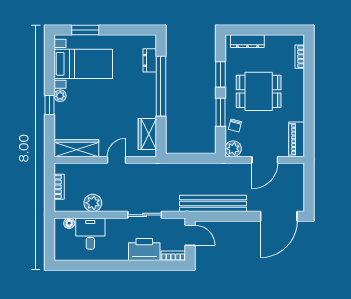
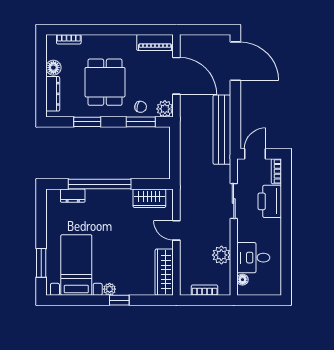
floor lamp: (273, 42) -> (53, 68), added
window: (220, 112) -> (141, 122), moved
door: (265, 160) -> (176, 76), width x1.36

